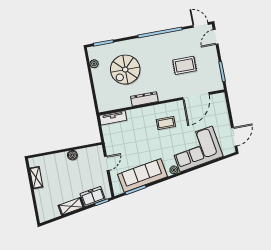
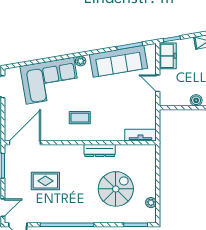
door: (196, 96) -> (25, 143), moved
door: (107, 163) -> (158, 83), hinge flipped
freezer: (93, 197) -> (168, 56), moved, turned -80

